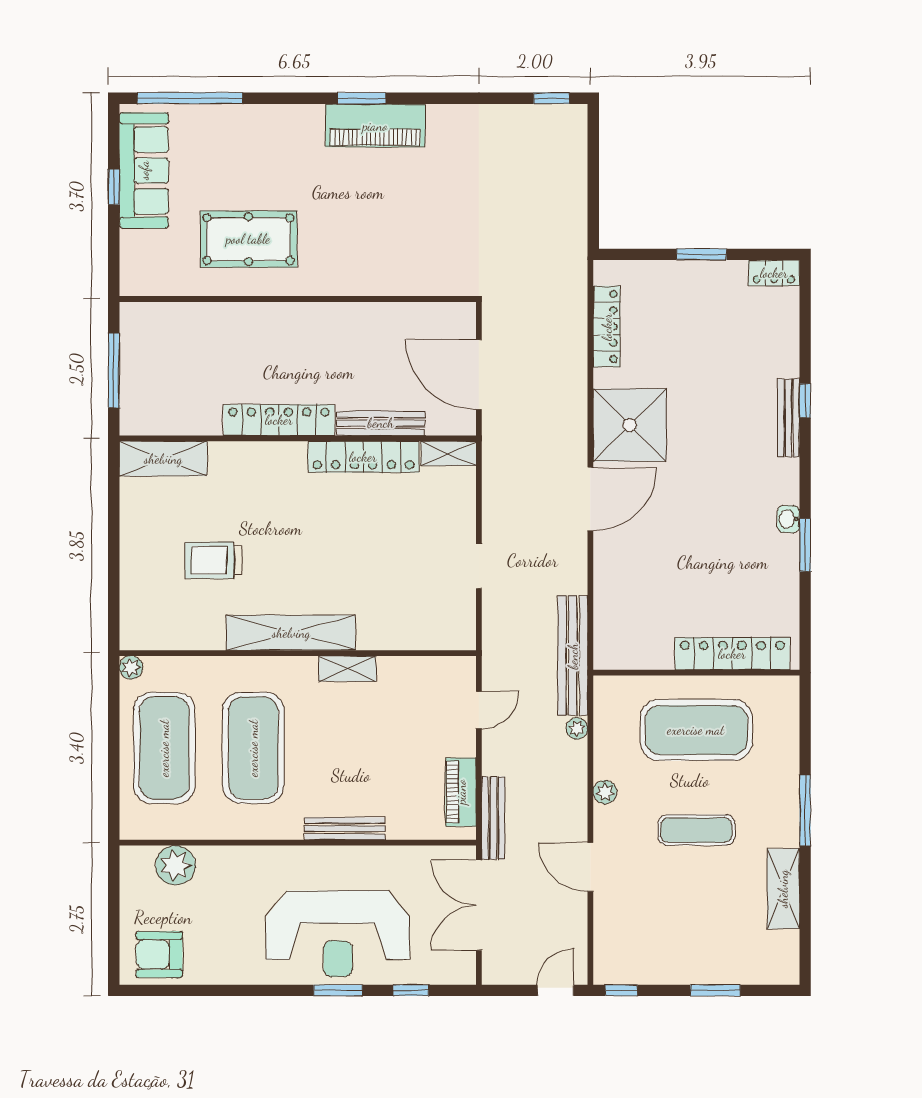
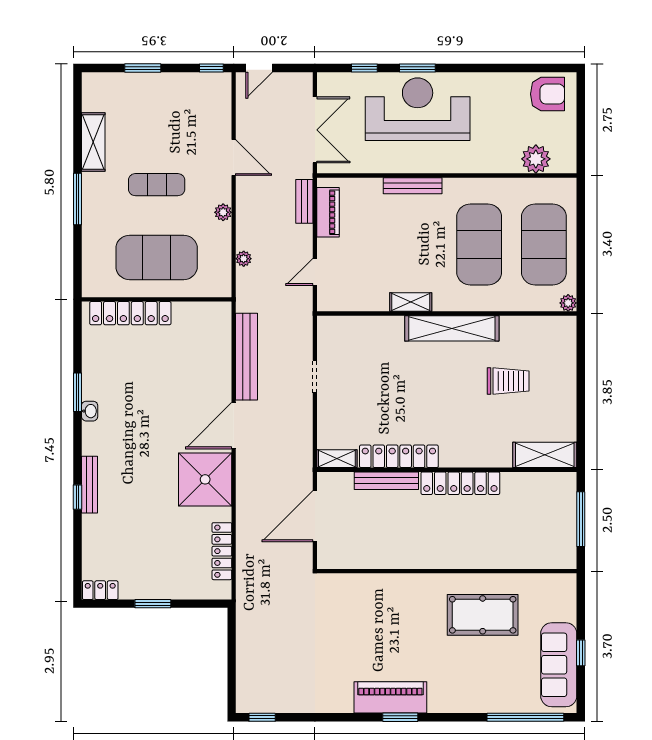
door: (479, 375) -> (315, 516), swing flipped
bench: (573, 656) -> (247, 357), moved
bench: (493, 818) -> (304, 201), width x0.73

